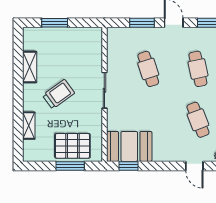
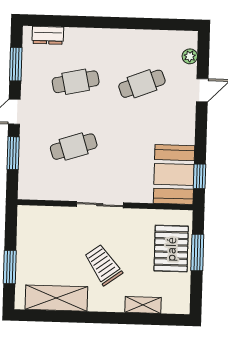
shelving: (30, 67) -> (56, 298), width x1.50, depth x1.33

